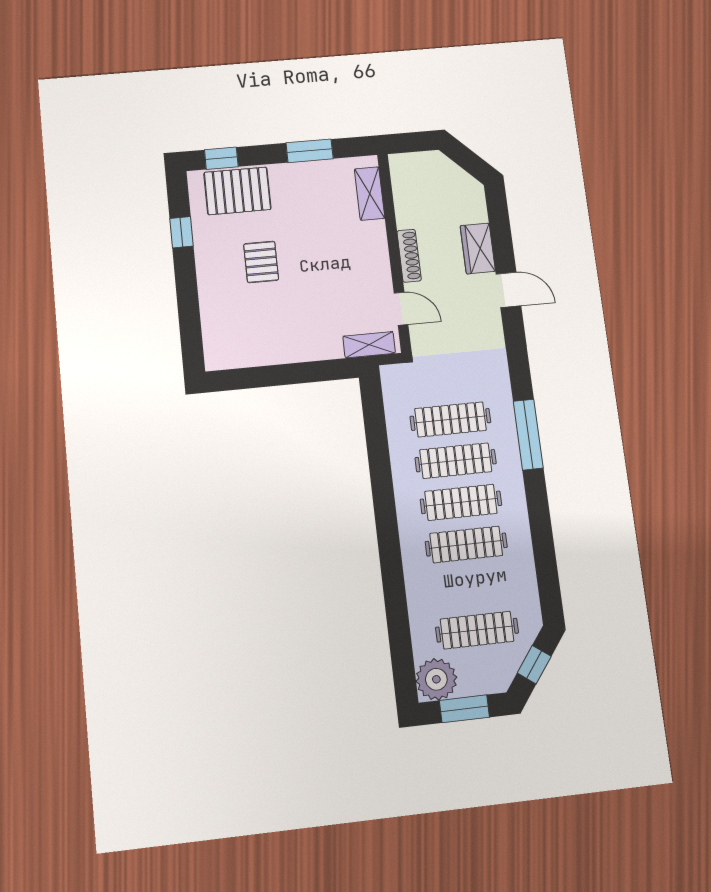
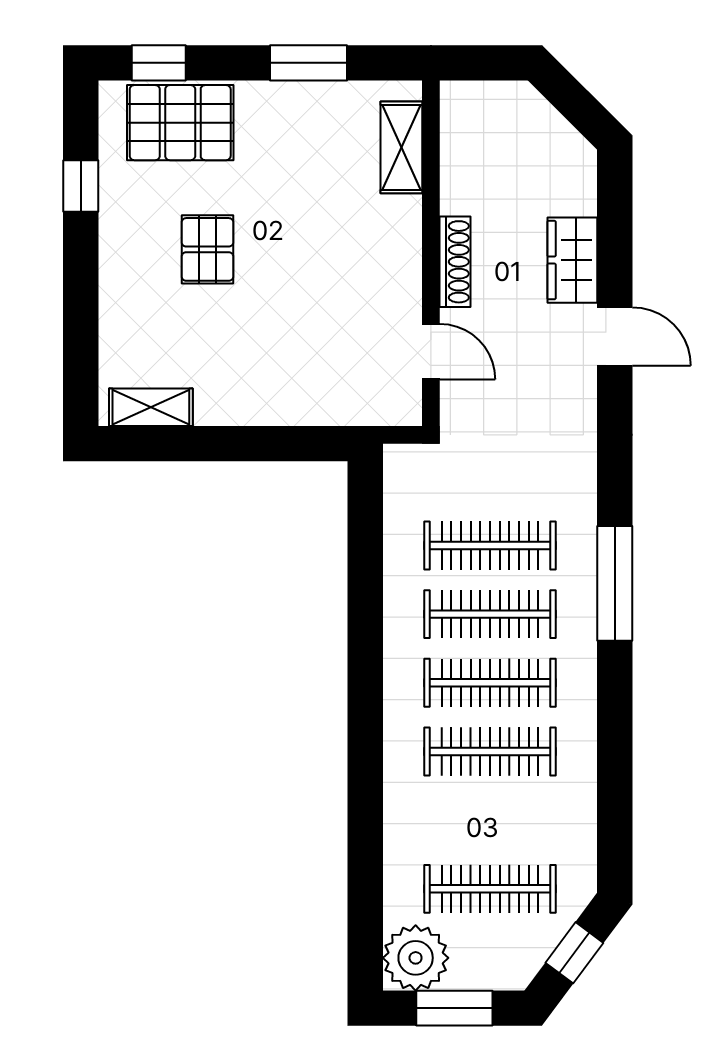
shelving: (369, 345) -> (151, 407), moved

